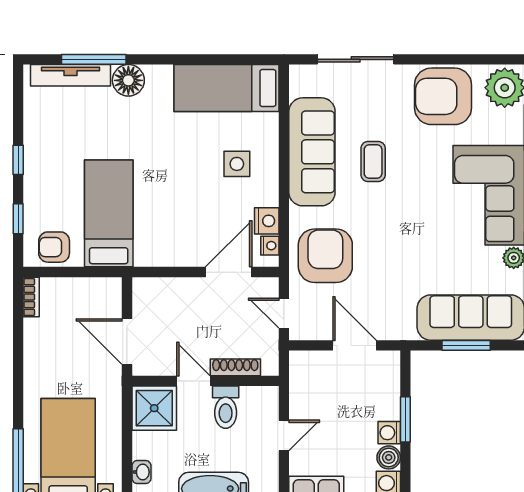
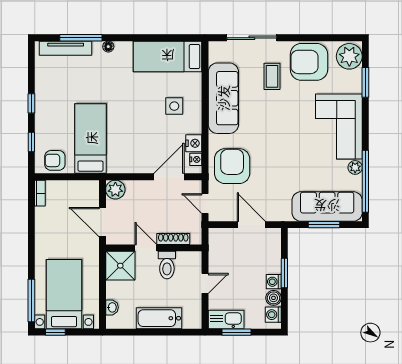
floor lamp: (128, 80) -> (108, 47), width x0.53, depth x0.53
coffee table: (373, 162) -> (272, 76), moved
plant: (147, 292) -> (115, 190), added

